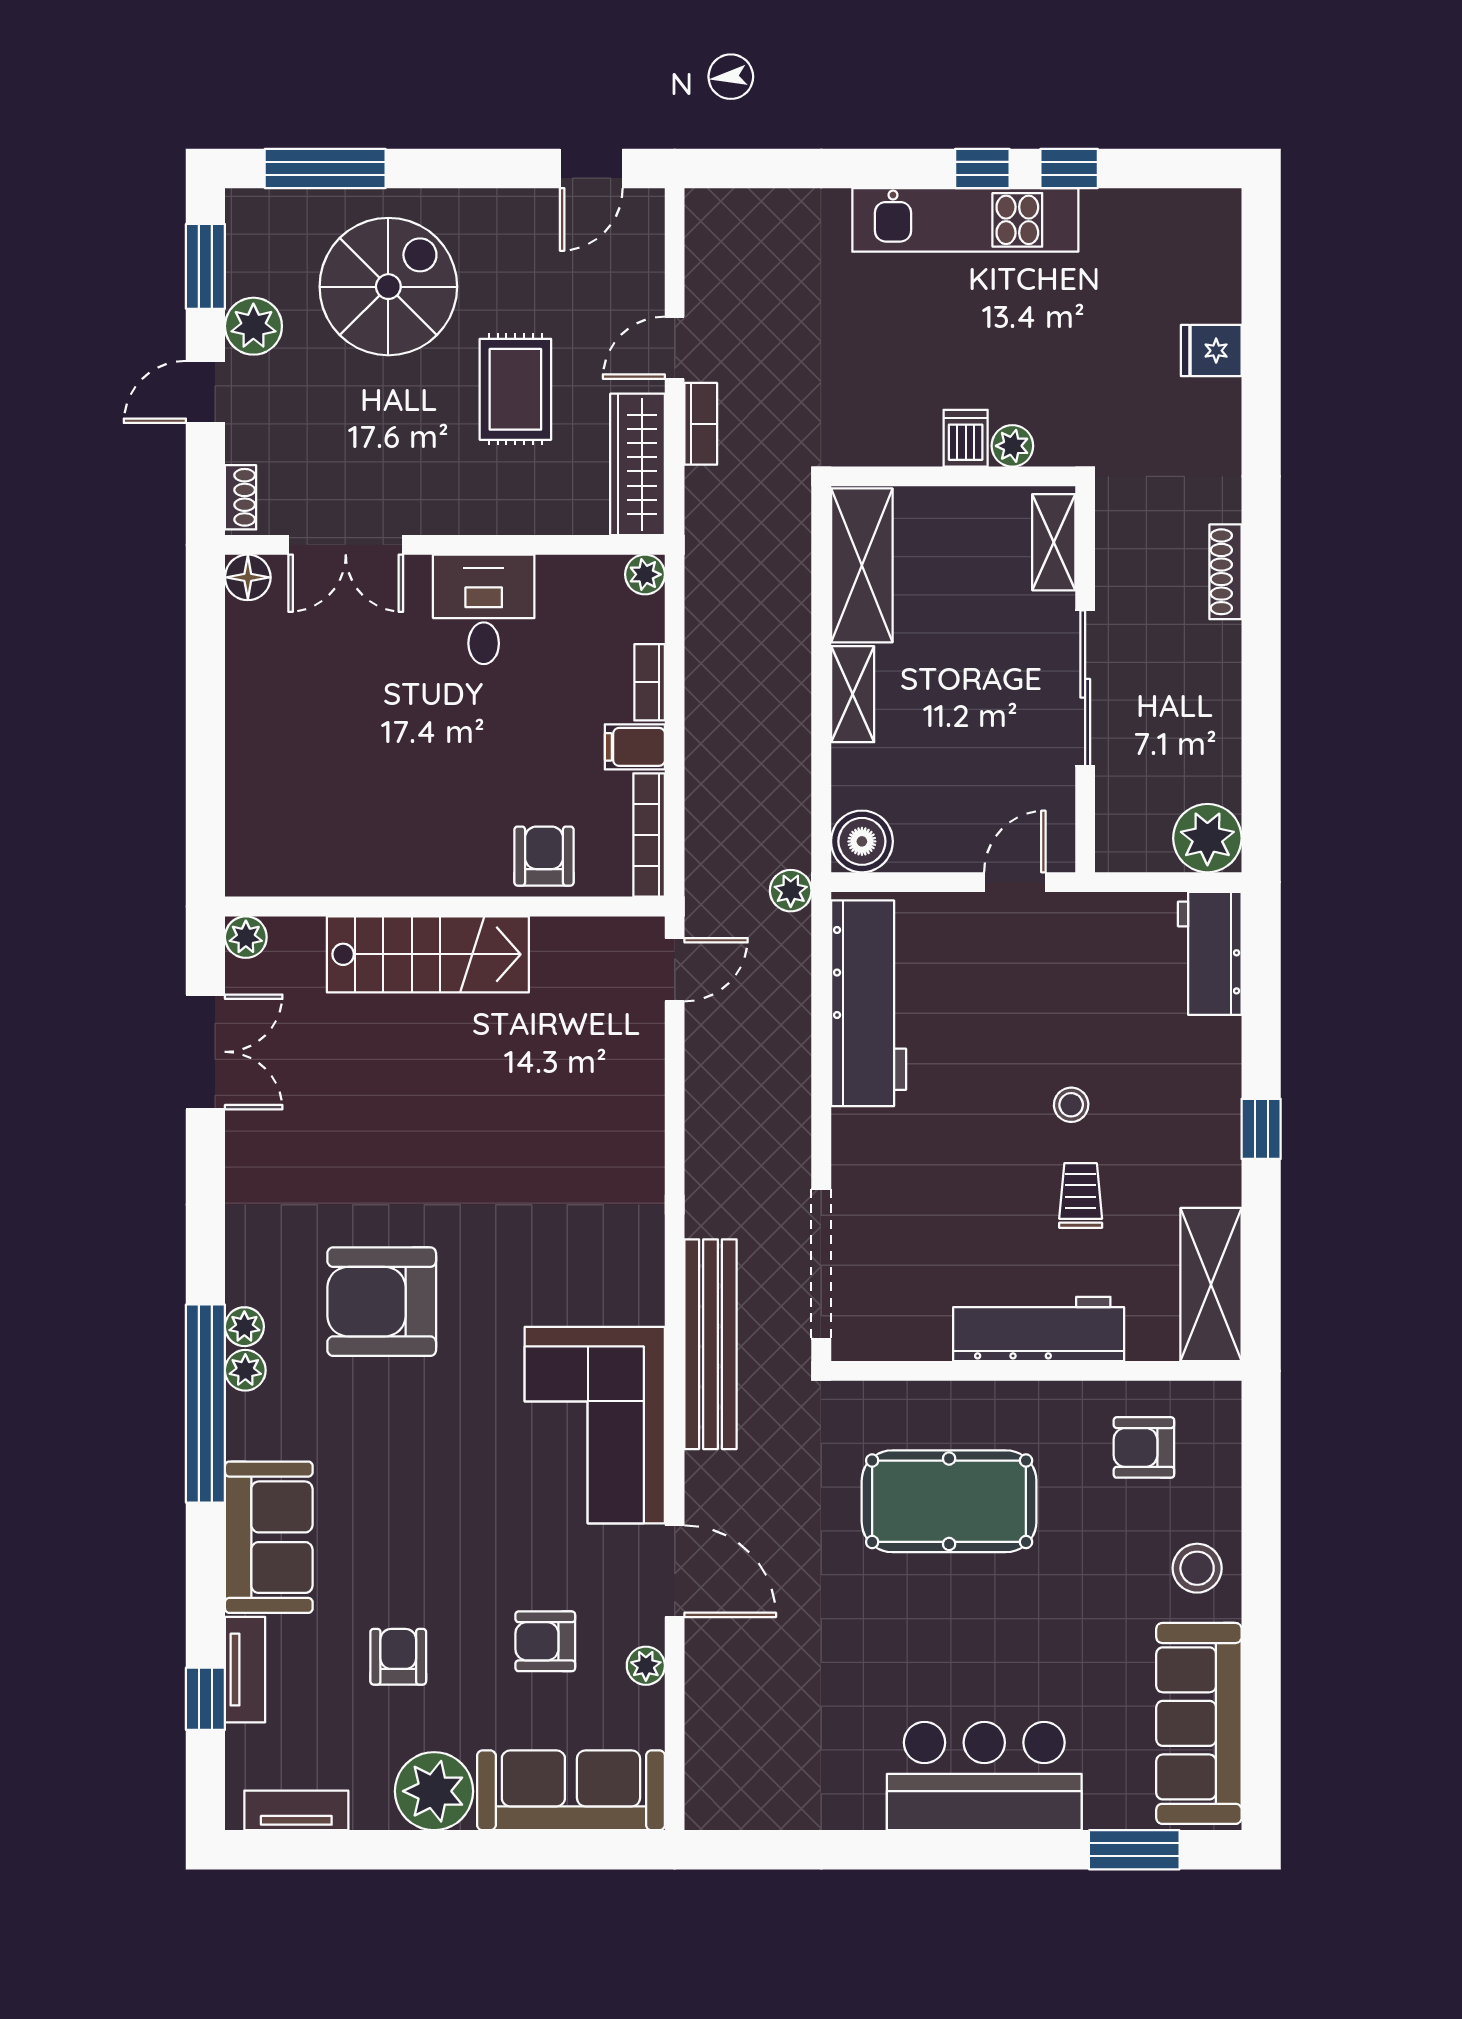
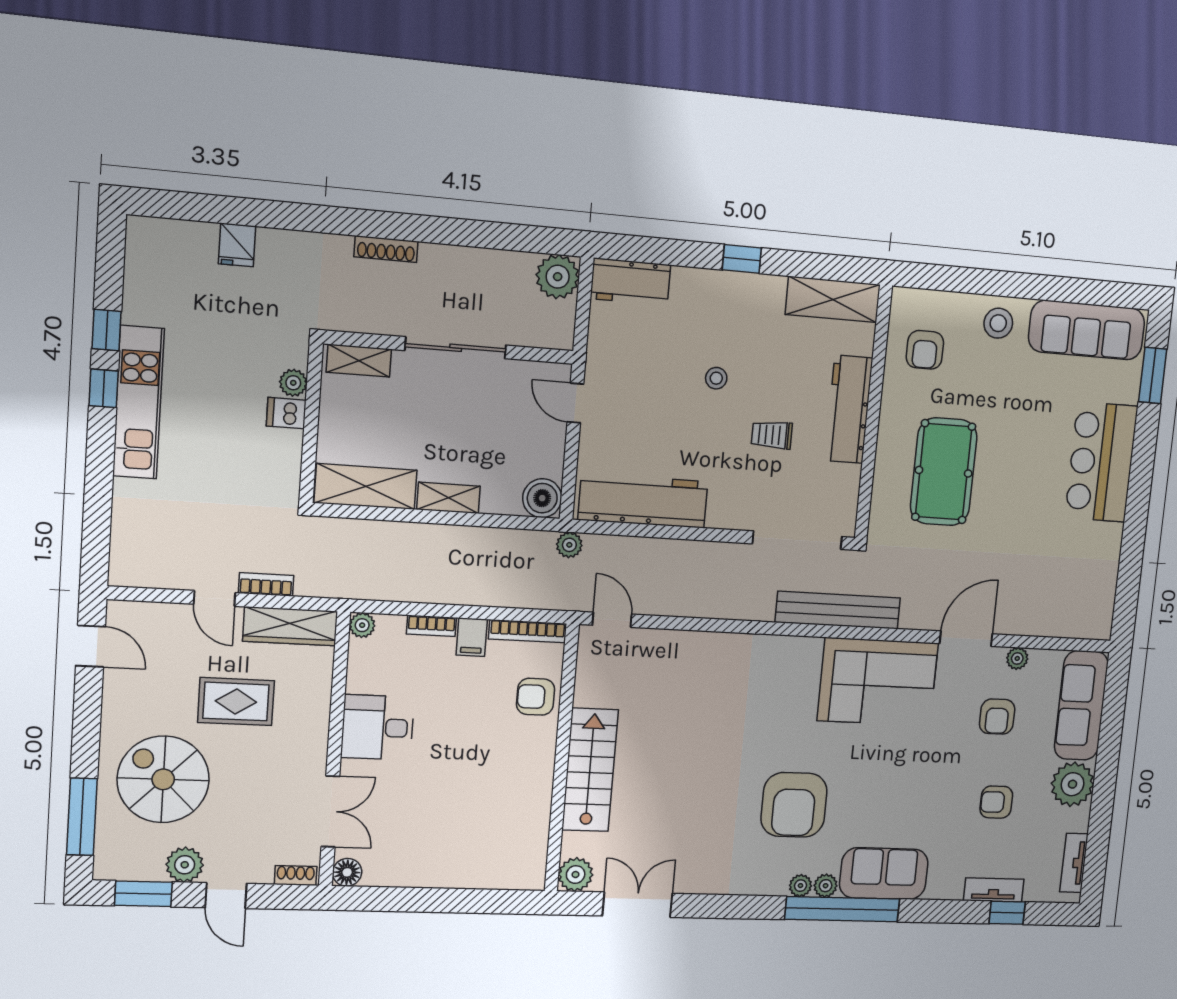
plant: (246, 937) -> (576, 875), width x1.38, depth x1.38
trolley: (1081, 1196) -> (772, 435), moved
sofa: (269, 1537) -> (884, 874), moved

